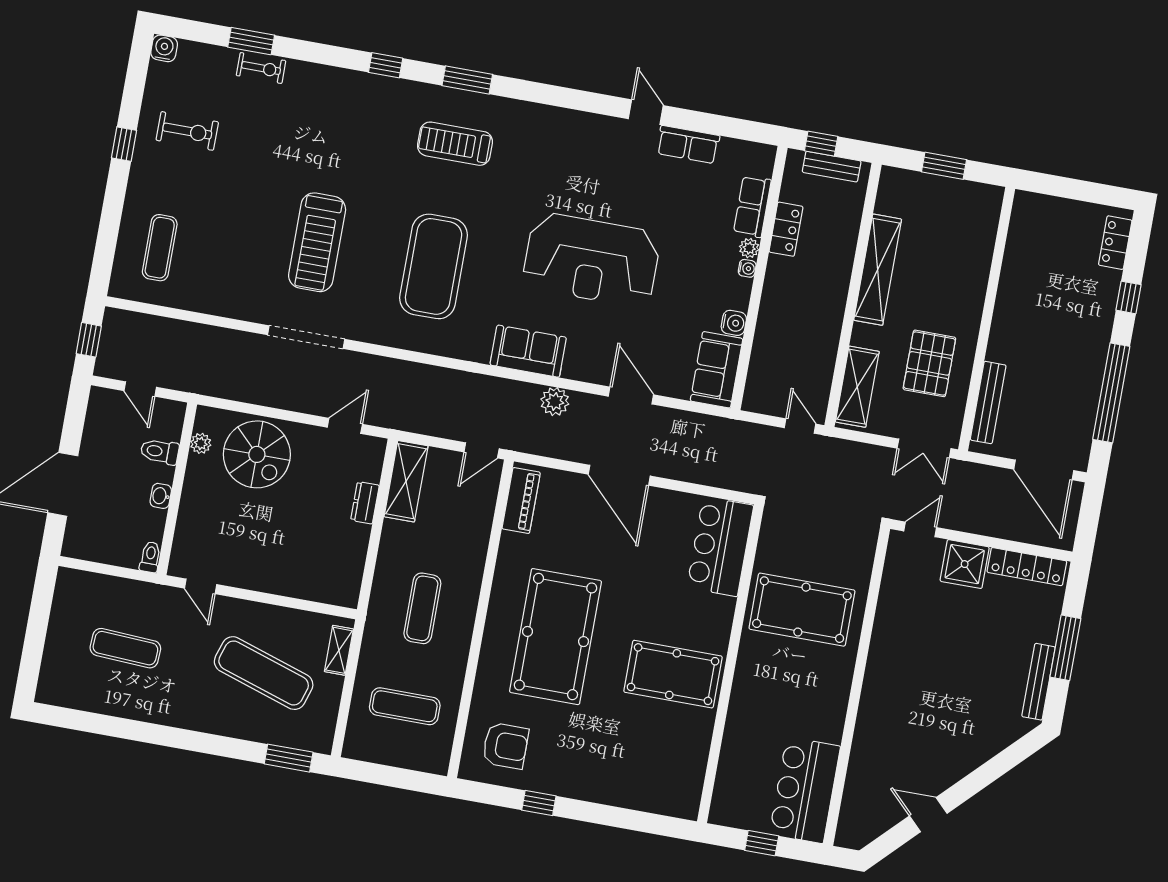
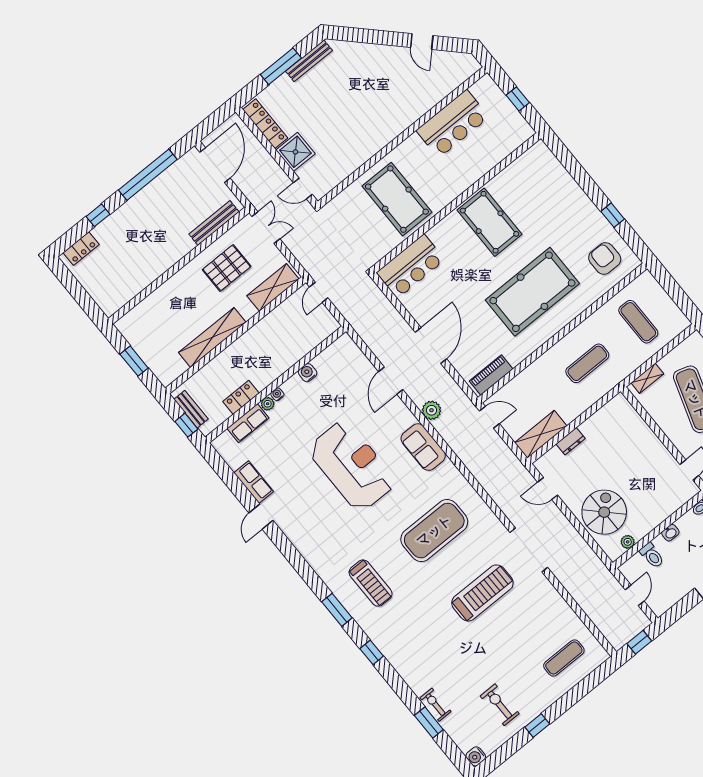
sofa: (717, 370) -> (336, 357), removed
bar counter: (805, 790) -> (453, 124), moved

